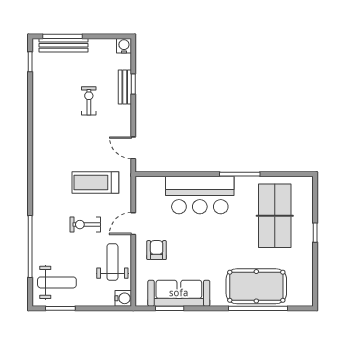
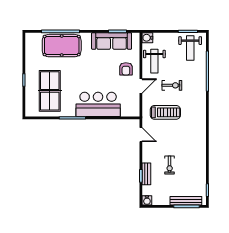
weight bench: (57, 282) -> (190, 48), turned -90

